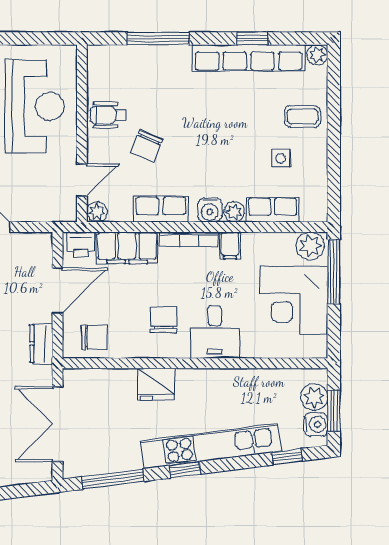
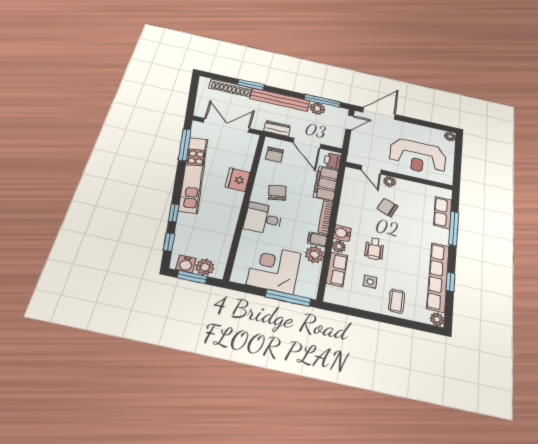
wheelchair: (108, 115) -> (374, 249), moved, turned 180
row of seats: (161, 209) -> (443, 213), moved, turned 180
plant: (97, 212) -> (389, 182), moved
plant: (310, 246) -> (314, 254), moved
chair: (164, 320) -> (277, 193), turned -100
kitchen unit: (211, 446) -> (193, 174), moved
window: (185, 470) -> (174, 213), moved

